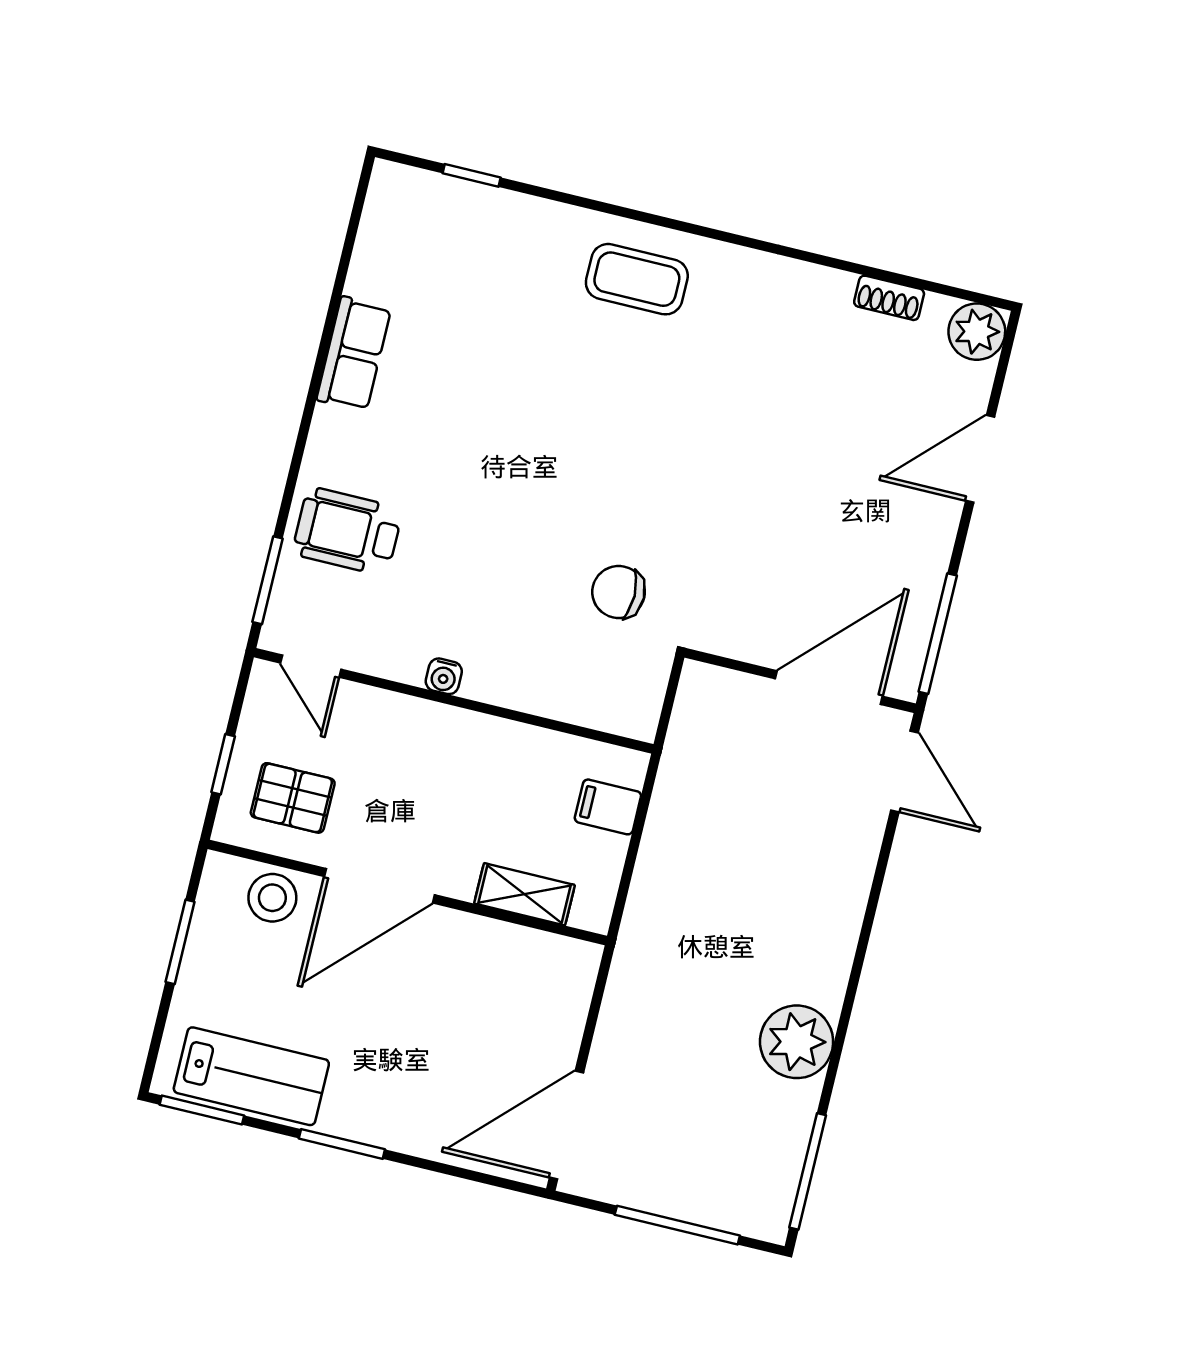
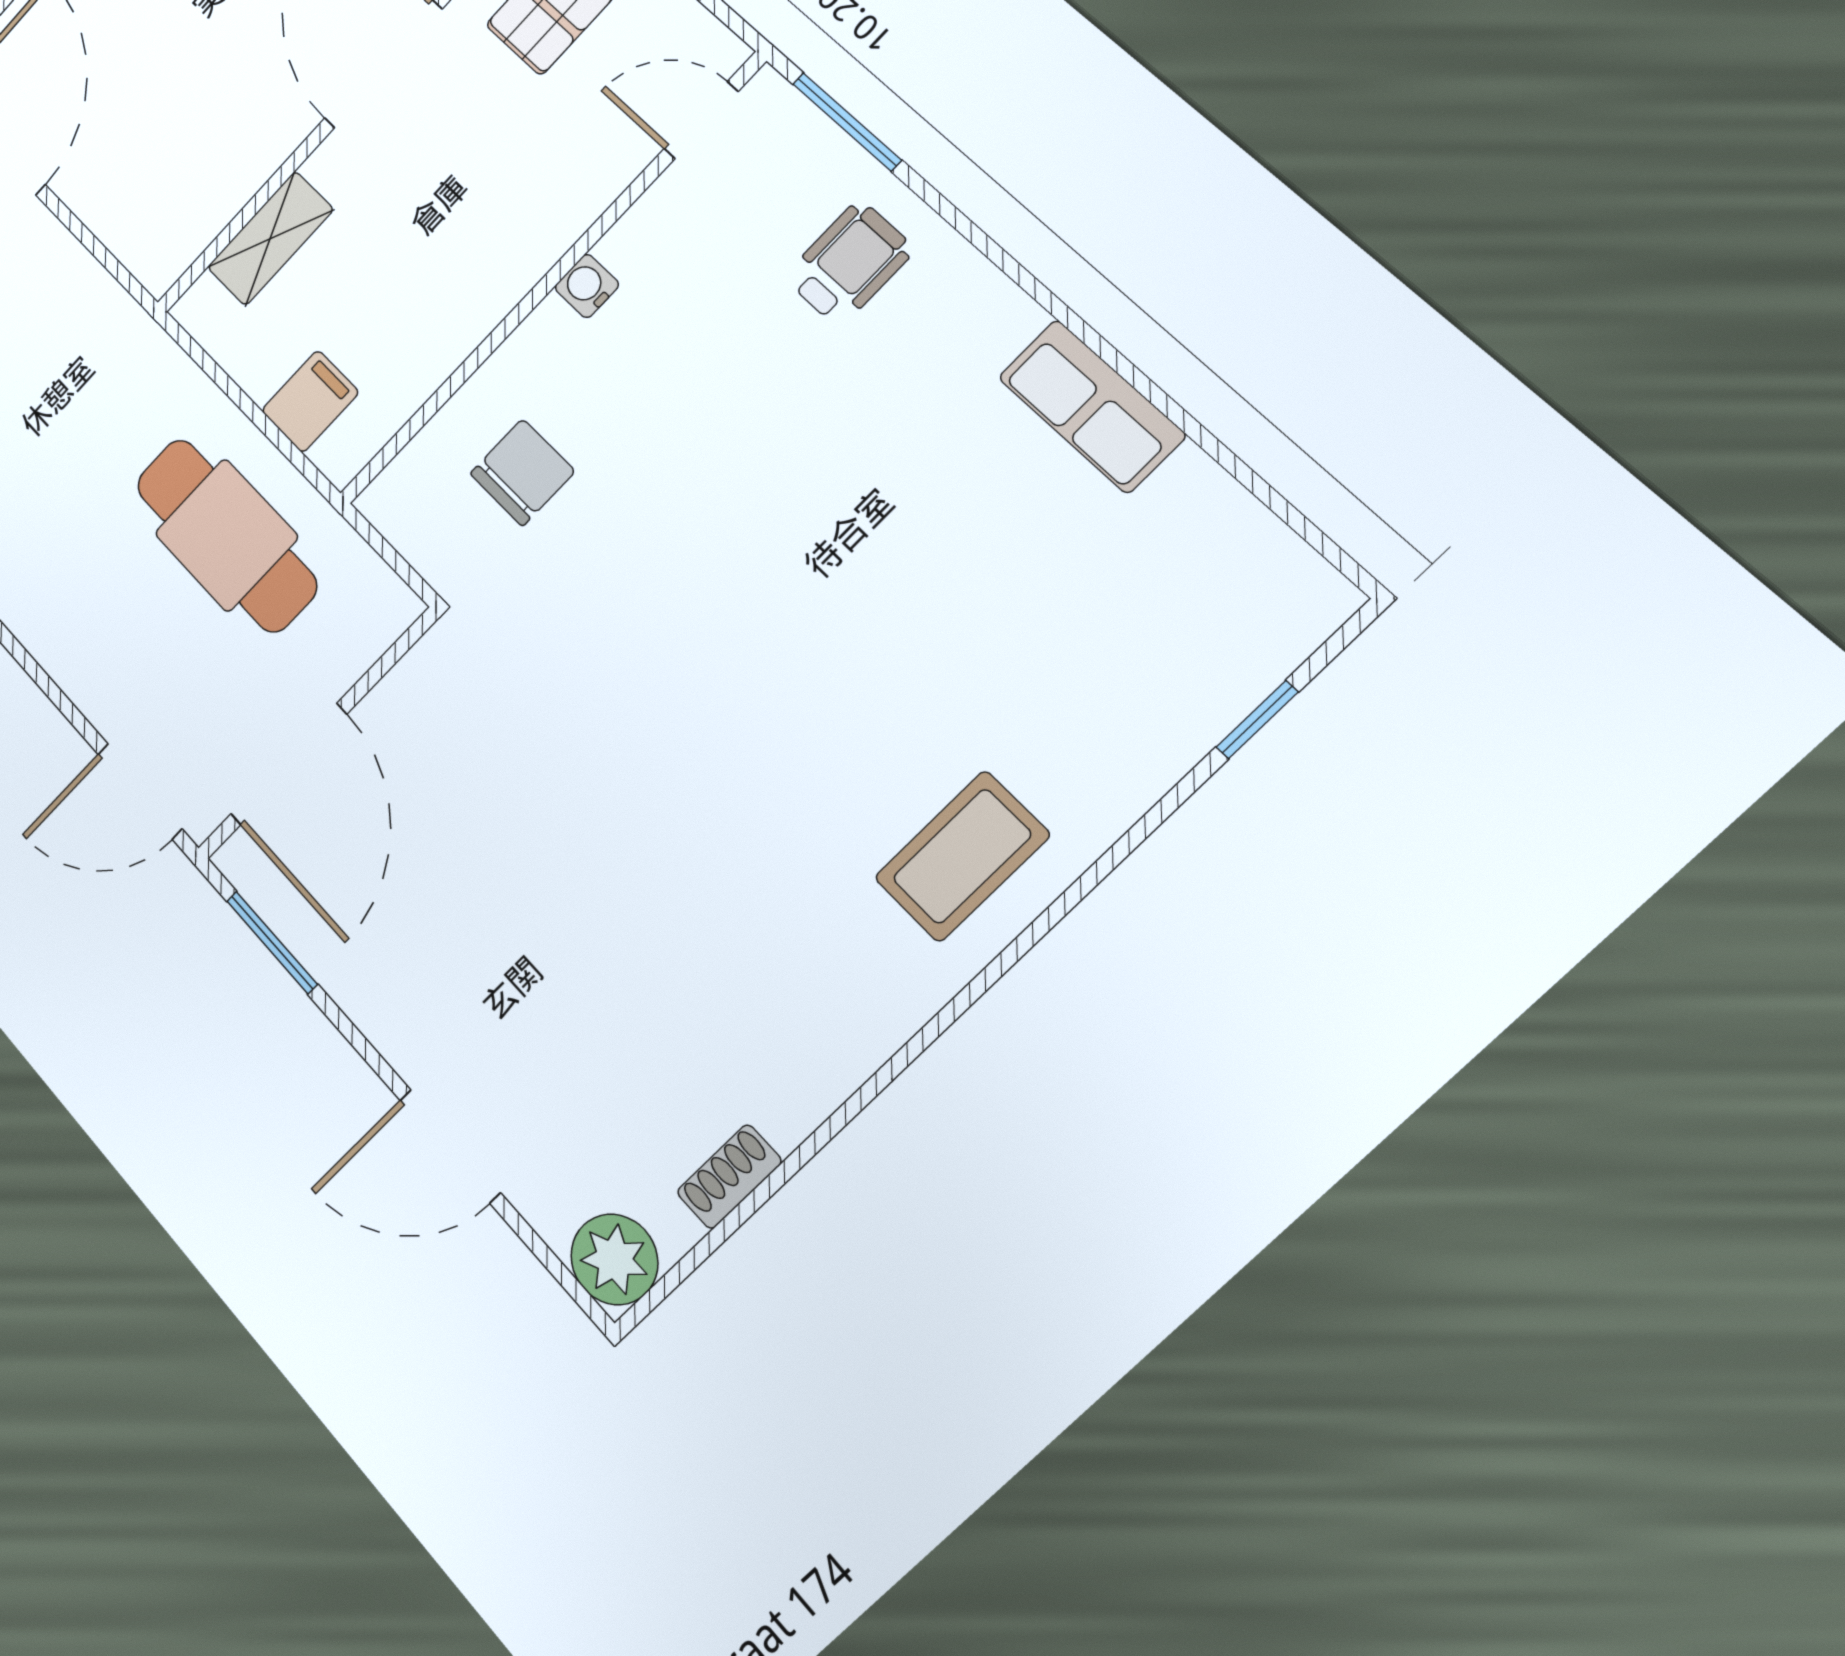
door: (980, 459) -> (450, 1146), swing flipped
wheelchair: (347, 531) -> (849, 263), width x0.73, depth x0.73
chair: (619, 592) -> (522, 472), moved
window: (938, 634) -> (272, 942), width x0.69
cafe table: (719, 811) -> (226, 535), added

